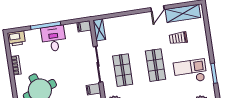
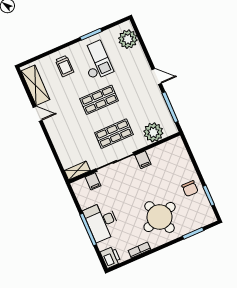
filing cabinet: (84, 26) -> (93, 181), moved
trolley: (178, 38) -> (65, 66), moved
desk: (54, 39) -> (102, 222), width x1.37
checkout: (190, 72) -> (96, 60), turned 180

